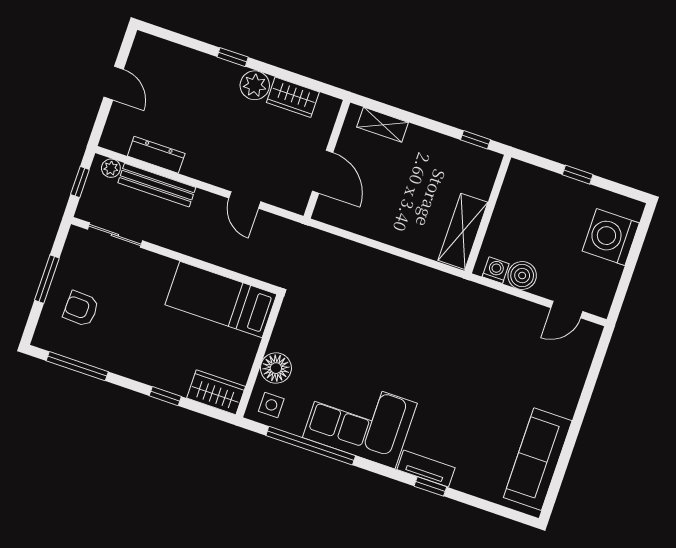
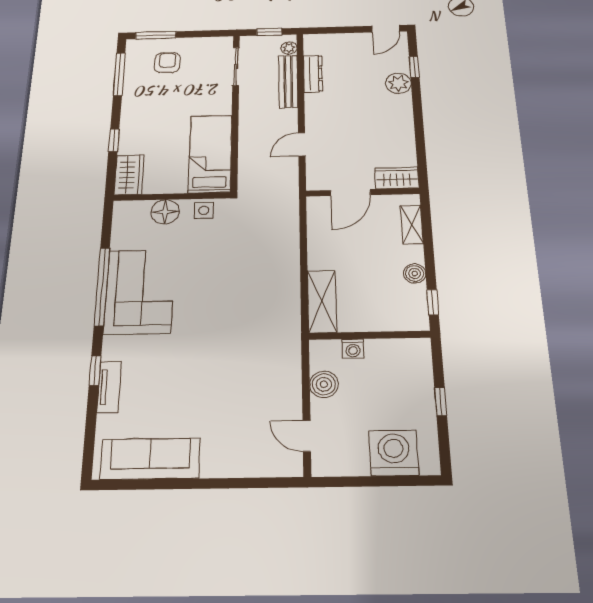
window: (233, 57) -> (414, 67), moved
door: (114, 83) -> (386, 29), moved
plant: (255, 85) -> (398, 83), moved
wardrobe: (293, 97) -> (397, 178), moved, turned 90
boiler: (438, 144) -> (415, 273), added
shelving: (463, 231) -> (322, 301), moved, turned 90
washing machine: (496, 270) -> (353, 349), moved, turned 90
window: (47, 279) -> (156, 35), moved
side table: (271, 405) -> (204, 210), moved
window: (311, 446) -> (102, 286), moved
tv unit: (426, 469) -> (109, 387), moved

